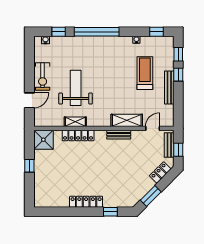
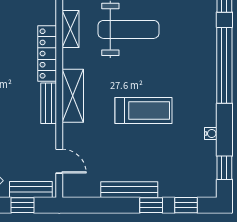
treadmill: (145, 73) -> (144, 110), moved
shelving: (127, 120) -> (73, 96), moved
locker: (78, 135) -> (47, 54), moved

